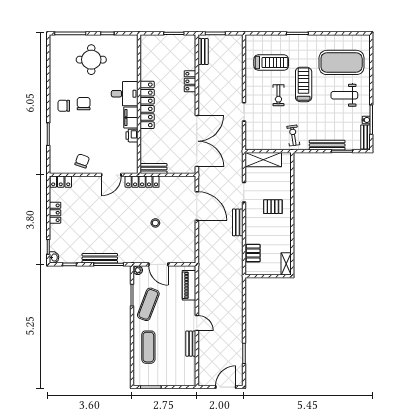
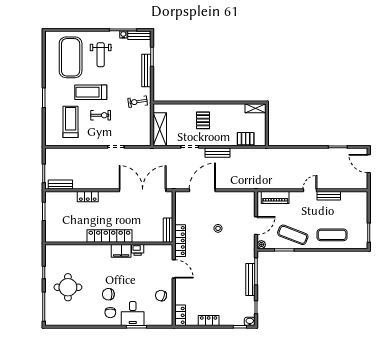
desk: (125, 94) -> (133, 314), moved, turned 180

